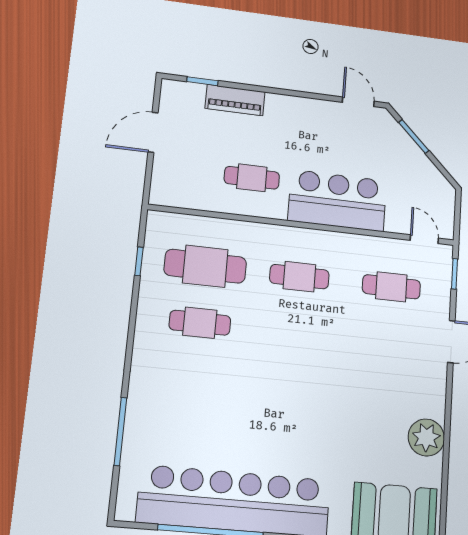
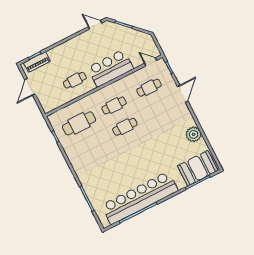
piano: (235, 100) -> (37, 62), moved
cafe table: (200, 323) -> (125, 127), moved

